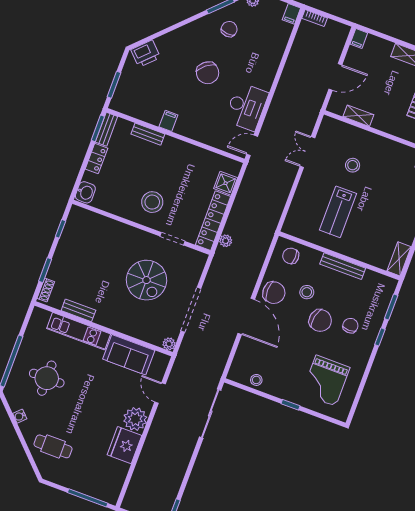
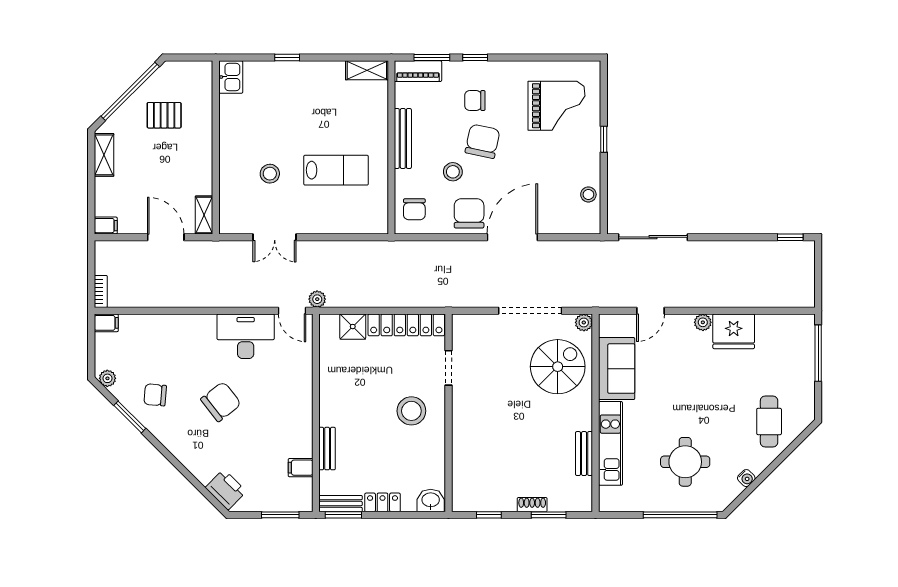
shelving: (358, 116) -> (204, 215), moved
filing cabinet: (168, 121) -> (301, 468), moved
plant: (226, 241) -> (317, 299), moved
spiral stairs: (146, 280) -> (558, 367), moved
shoe rack: (46, 290) -> (532, 505), moved
piano: (385, 294) -> (418, 71), added
plant: (135, 419) -> (703, 322), width x0.53, depth x0.53

